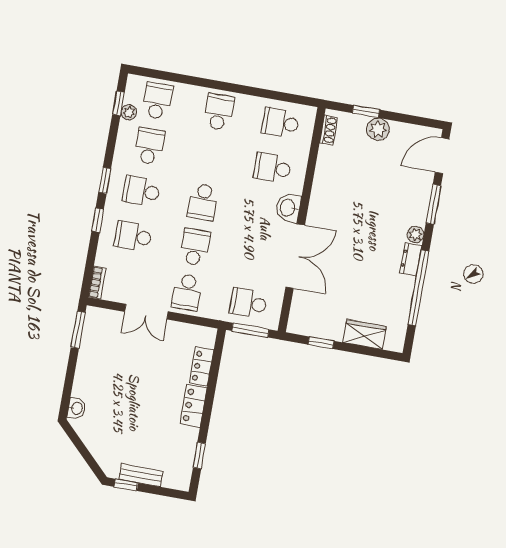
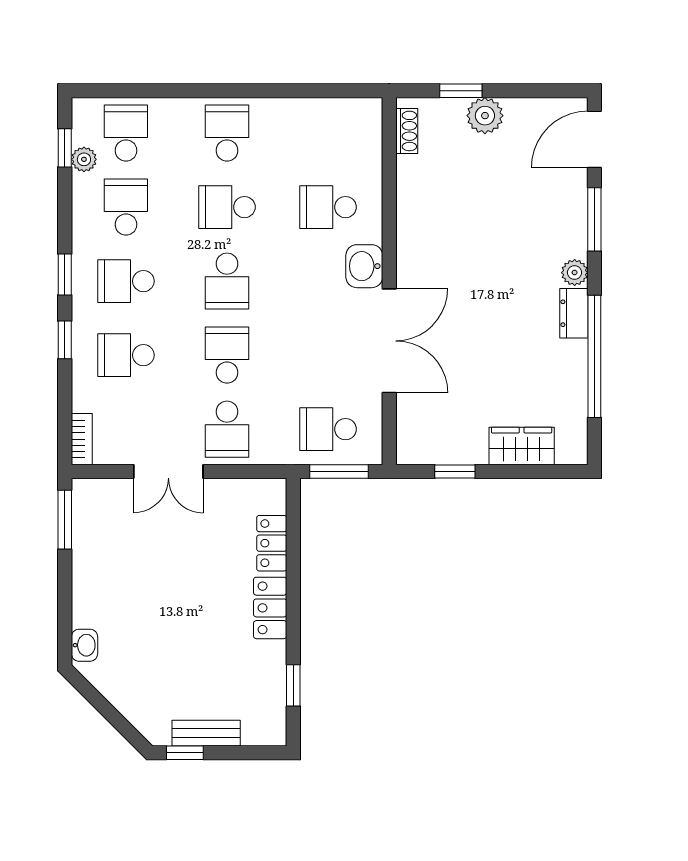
school desk: (280, 123) -> (227, 207), moved

